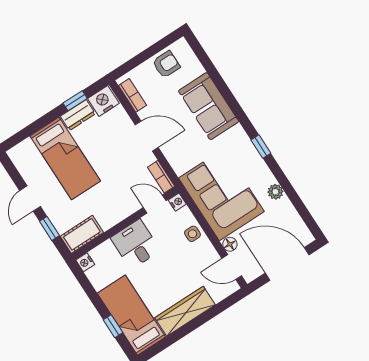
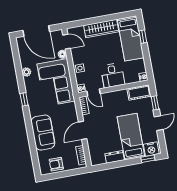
window: (75, 101) -> (148, 159), moved
nightstand: (103, 101) -> (151, 149), moved
door: (147, 136) -> (83, 130), hinge flipped

